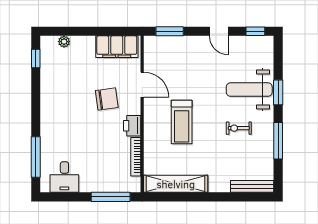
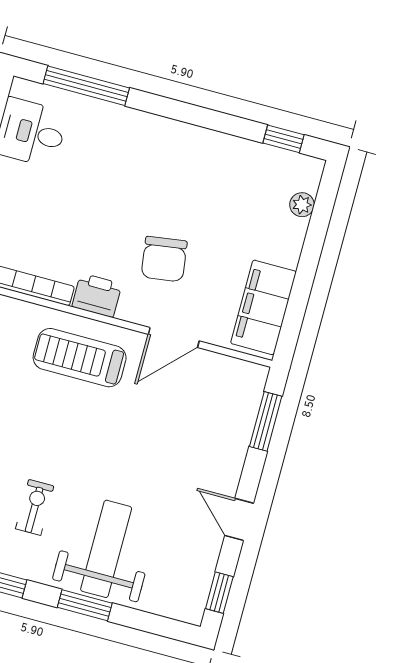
door: (219, 31) -> (239, 519), hinge flipped
treadmill: (182, 122) -> (80, 358), moved

